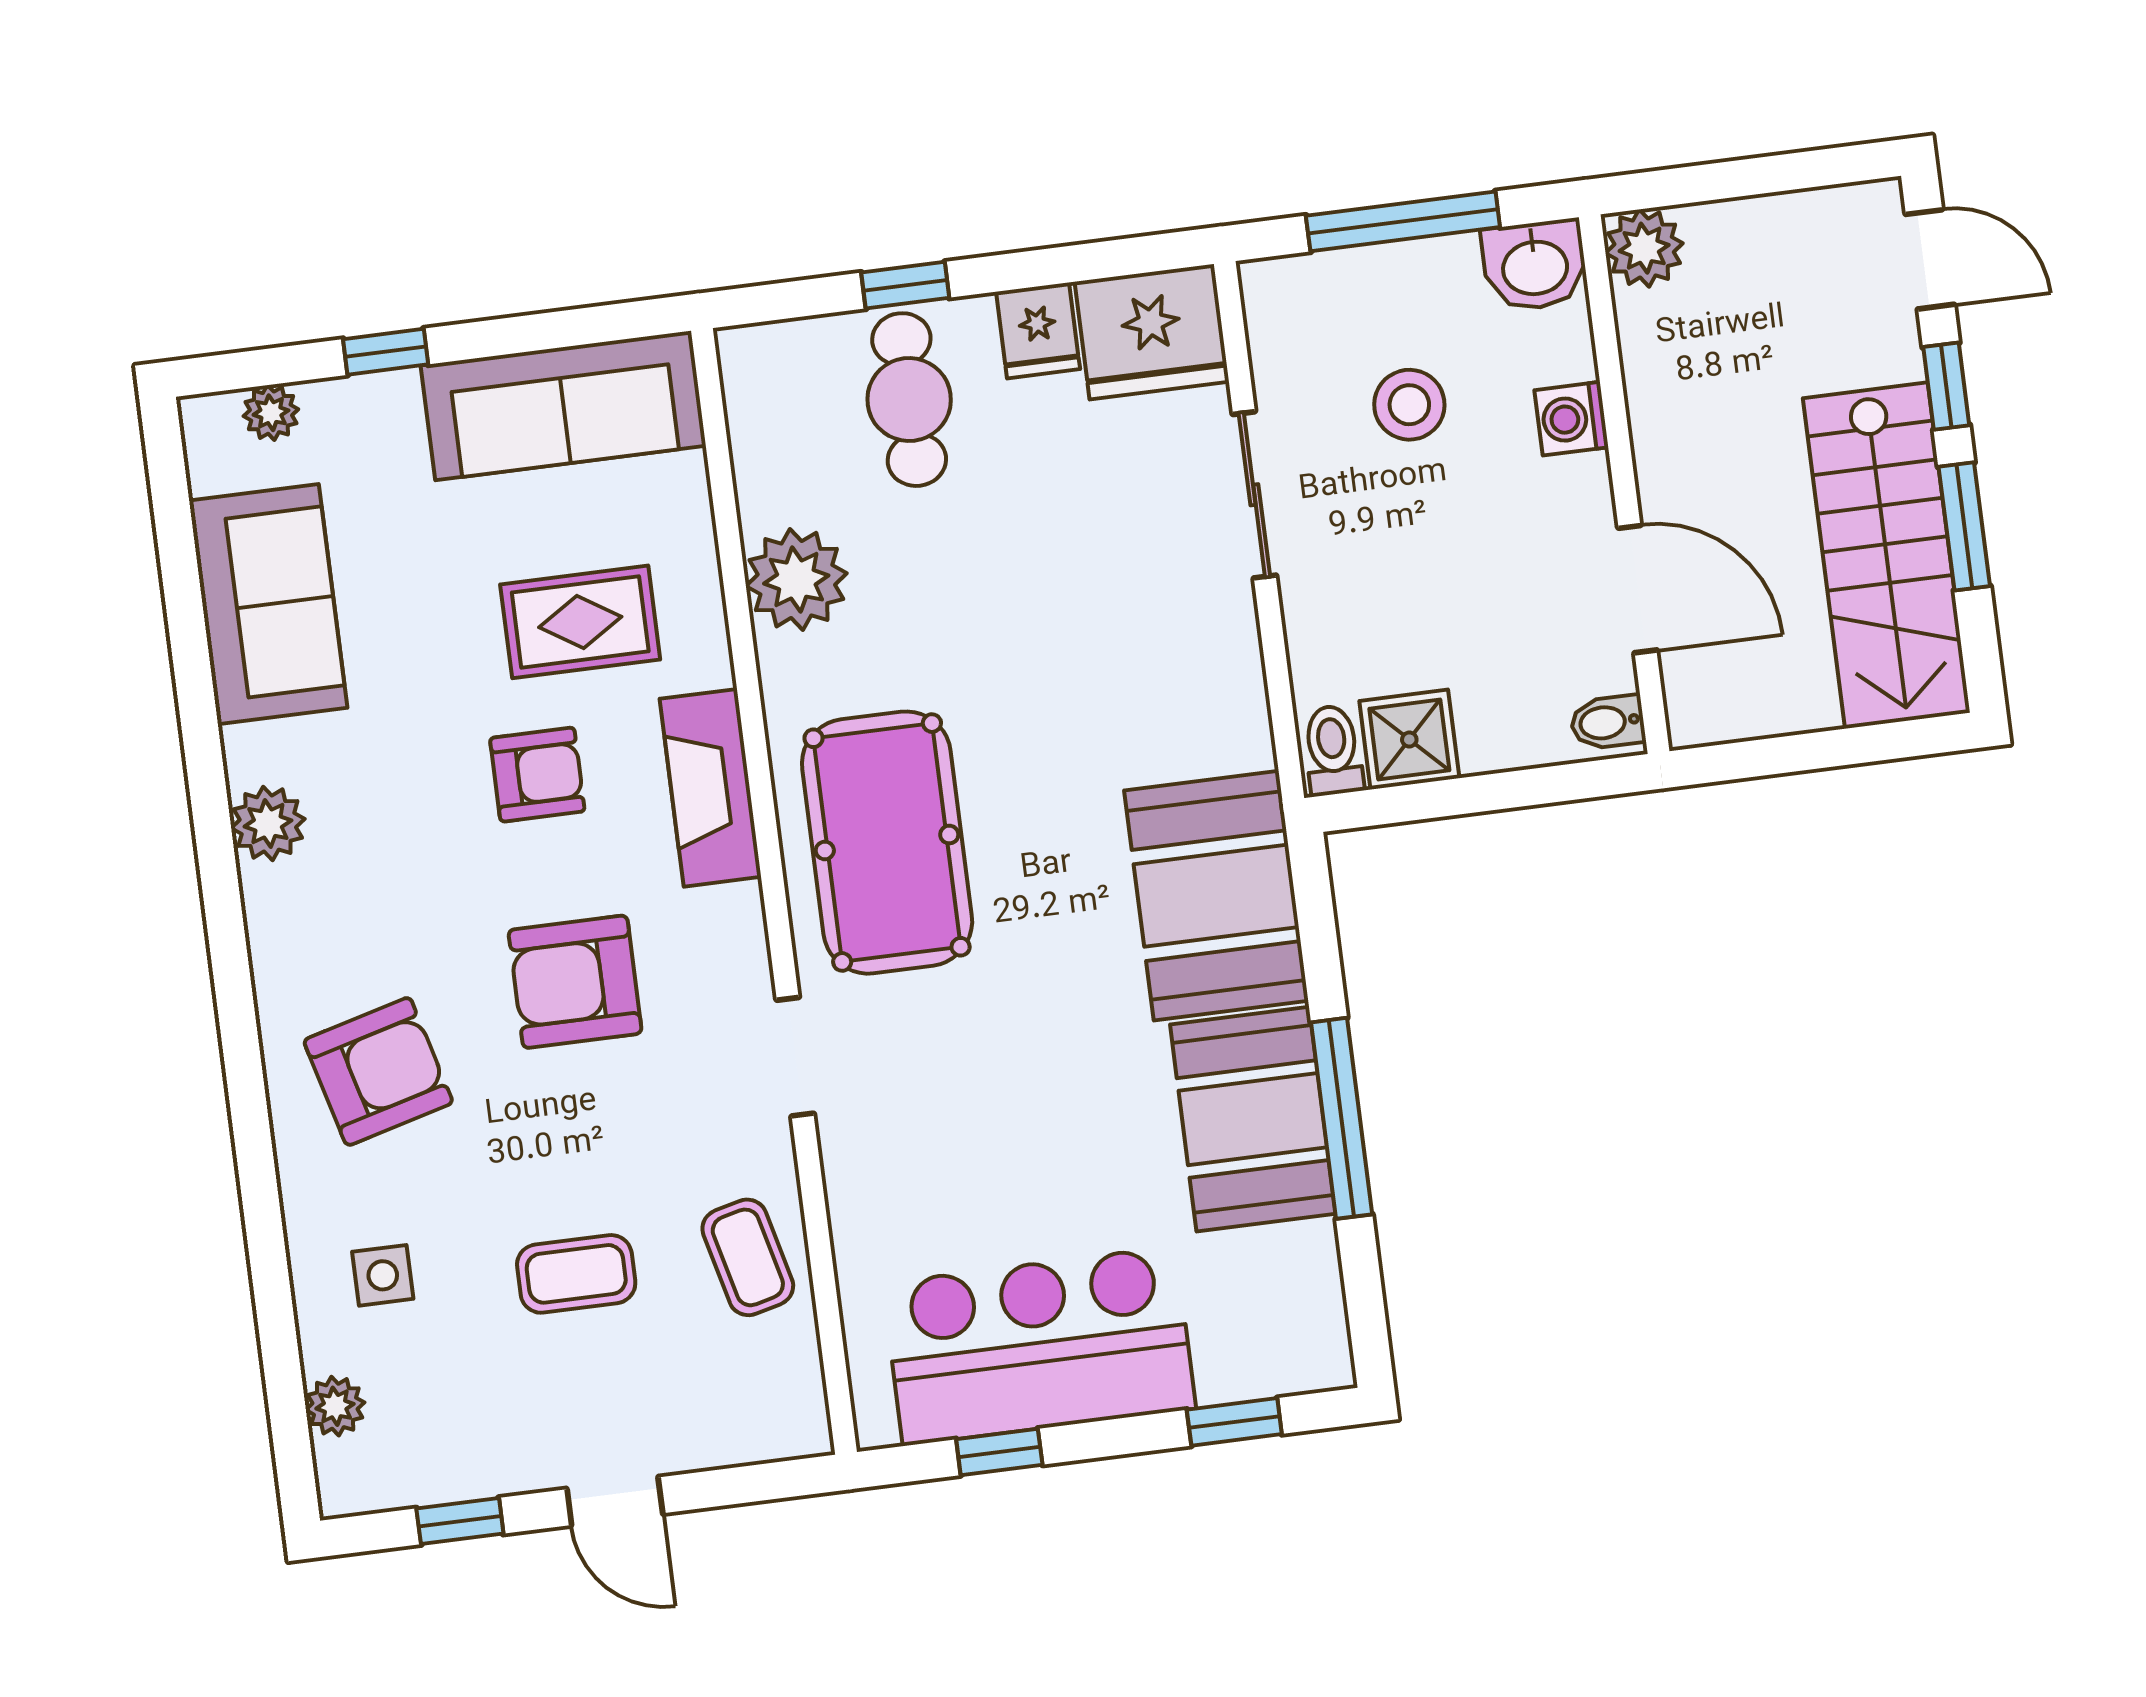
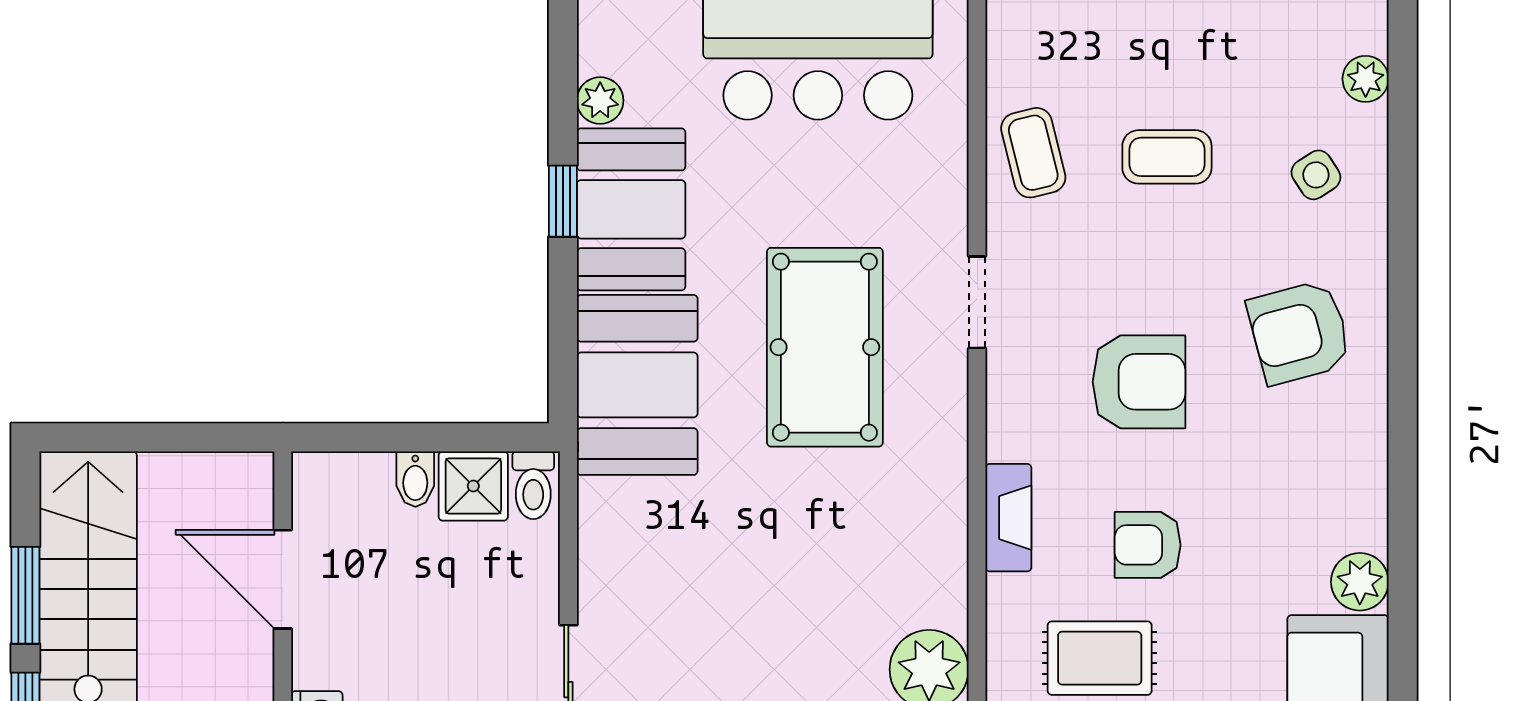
bidet: (1608, 722) -> (415, 479), moved, turned 90
fireplace: (710, 788) -> (1008, 518), width x0.73, depth x0.76
plant: (268, 824) -> (1360, 582), moved
pool table: (887, 843) -> (825, 347), moved
window: (1342, 1118) -> (563, 201), width x0.46
plant: (1310, 1253) -> (600, 101), added
side table: (383, 1275) -> (1316, 175), turned -33

